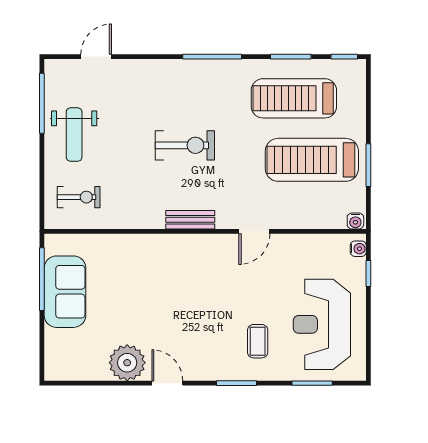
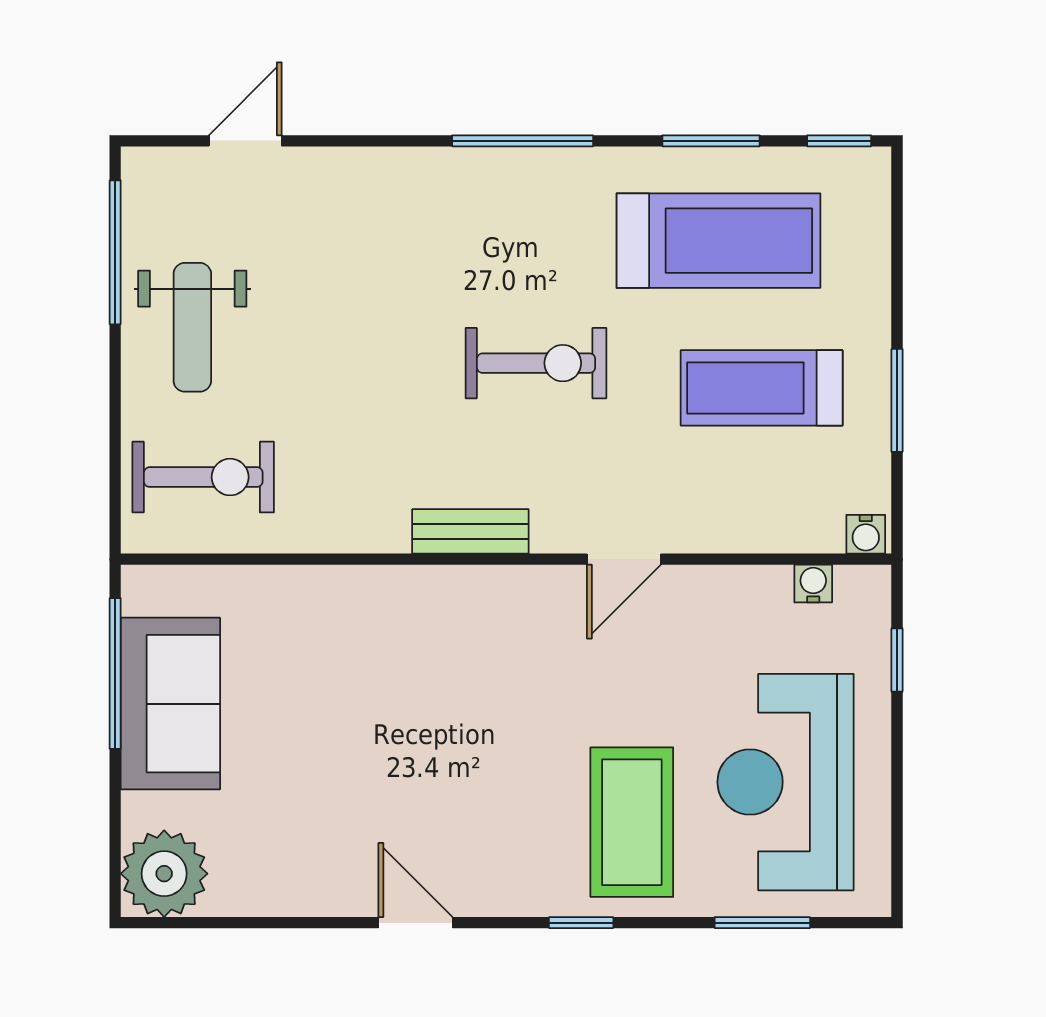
treadmill: (294, 98) -> (718, 241), turned 180
exercise bike: (185, 145) -> (536, 363), moved
treadmill: (312, 160) -> (762, 388), width x0.73, depth x0.73
exercise bike: (79, 197) -> (203, 477), width x1.38, depth x1.39
water cooler: (358, 249) -> (813, 584), moved, turned -90
coffee table: (258, 341) -> (632, 822), width x1.86, depth x1.72
plant: (127, 363) -> (164, 874), moved
window: (236, 383) -> (581, 923), width x0.67

